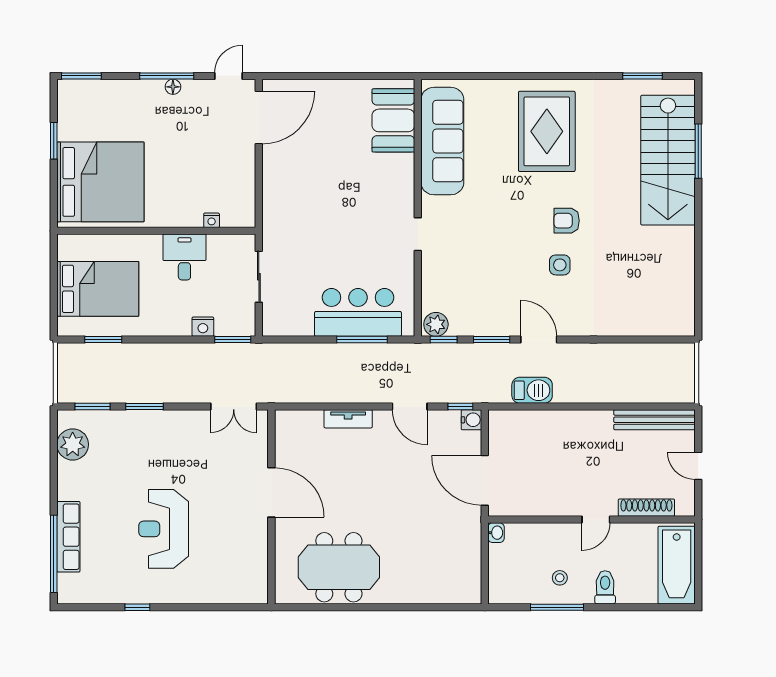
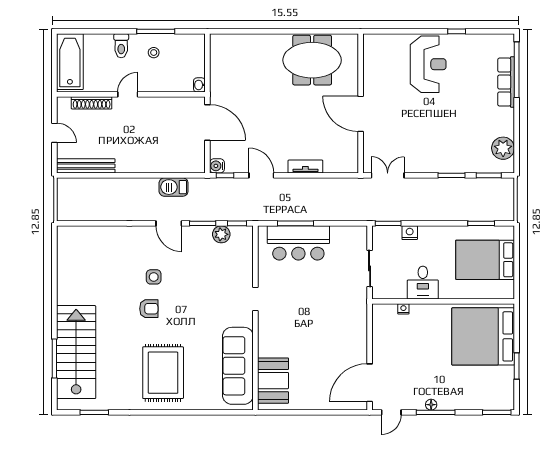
plant: (436, 324) -> (221, 234), moved
reception desk: (164, 529) -> (428, 64), moved

